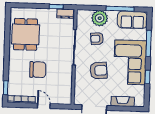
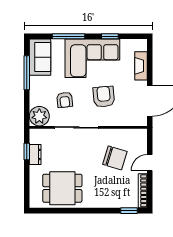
dresser: (65, 14) -> (35, 154), moved
plant: (100, 18) -> (39, 116), moved
chair: (38, 70) -> (115, 158), moved, turned 107

